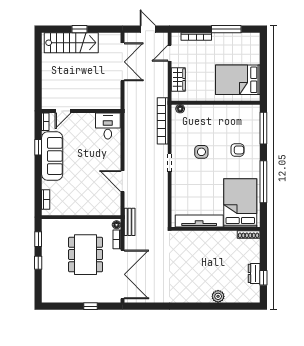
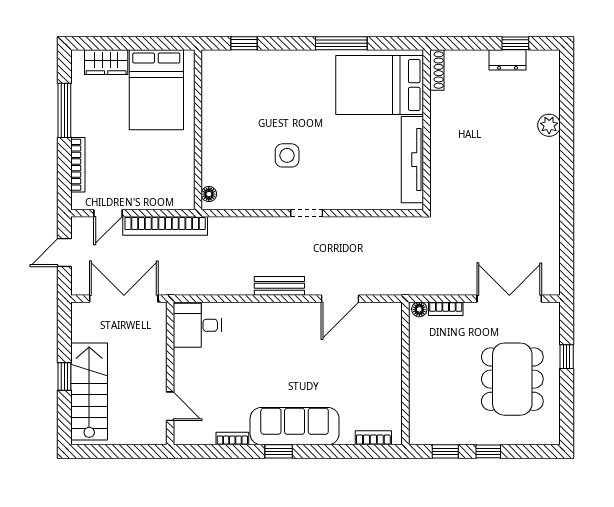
door: (170, 53) -> (108, 213), hinge flipped
wardrobe: (178, 80) -> (106, 62), moved, turned 180
door: (63, 111) -> (170, 406), moved
wall: (81, 111) -> (170, 373), moved
bookcase: (163, 121) -> (165, 226), moved
desk: (108, 126) -> (197, 325), moved
window: (263, 128) -> (244, 43), width x0.46
armchair: (237, 150) -> (284, 90), removed
window: (263, 182) -> (341, 43), width x0.68
bench: (130, 222) -> (279, 286), moved
dining table: (86, 255) -> (512, 379), moved, turned 90
double door: (122, 274) -> (509, 299), width x0.73

